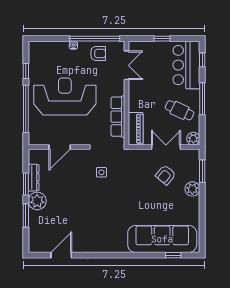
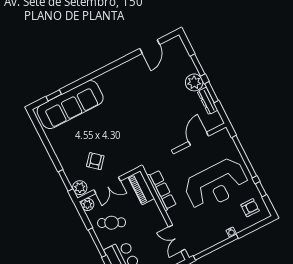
armchair: (98, 54) -> (250, 208), moved, turned 180
side table: (101, 172) -> (152, 135), removed
plant: (192, 189) -> (80, 188), moved

